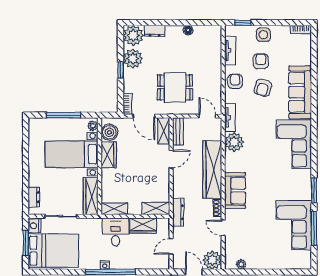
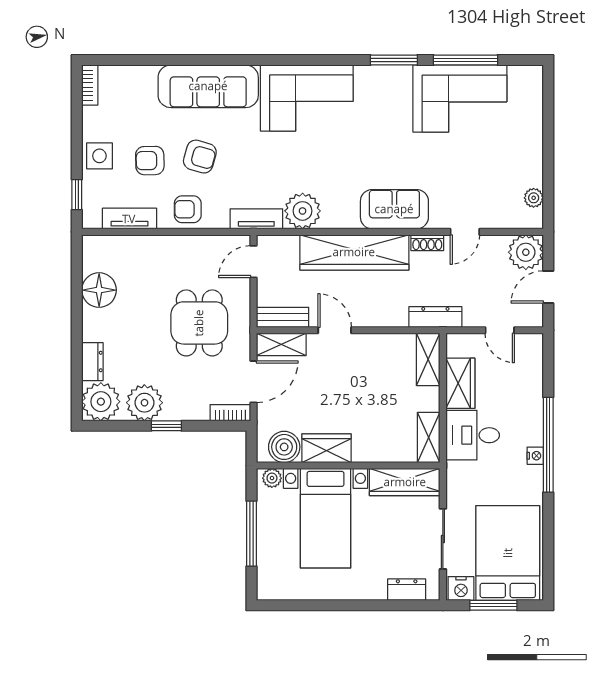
floor lamp: (188, 30) -> (99, 290), width x1.89, depth x1.89

